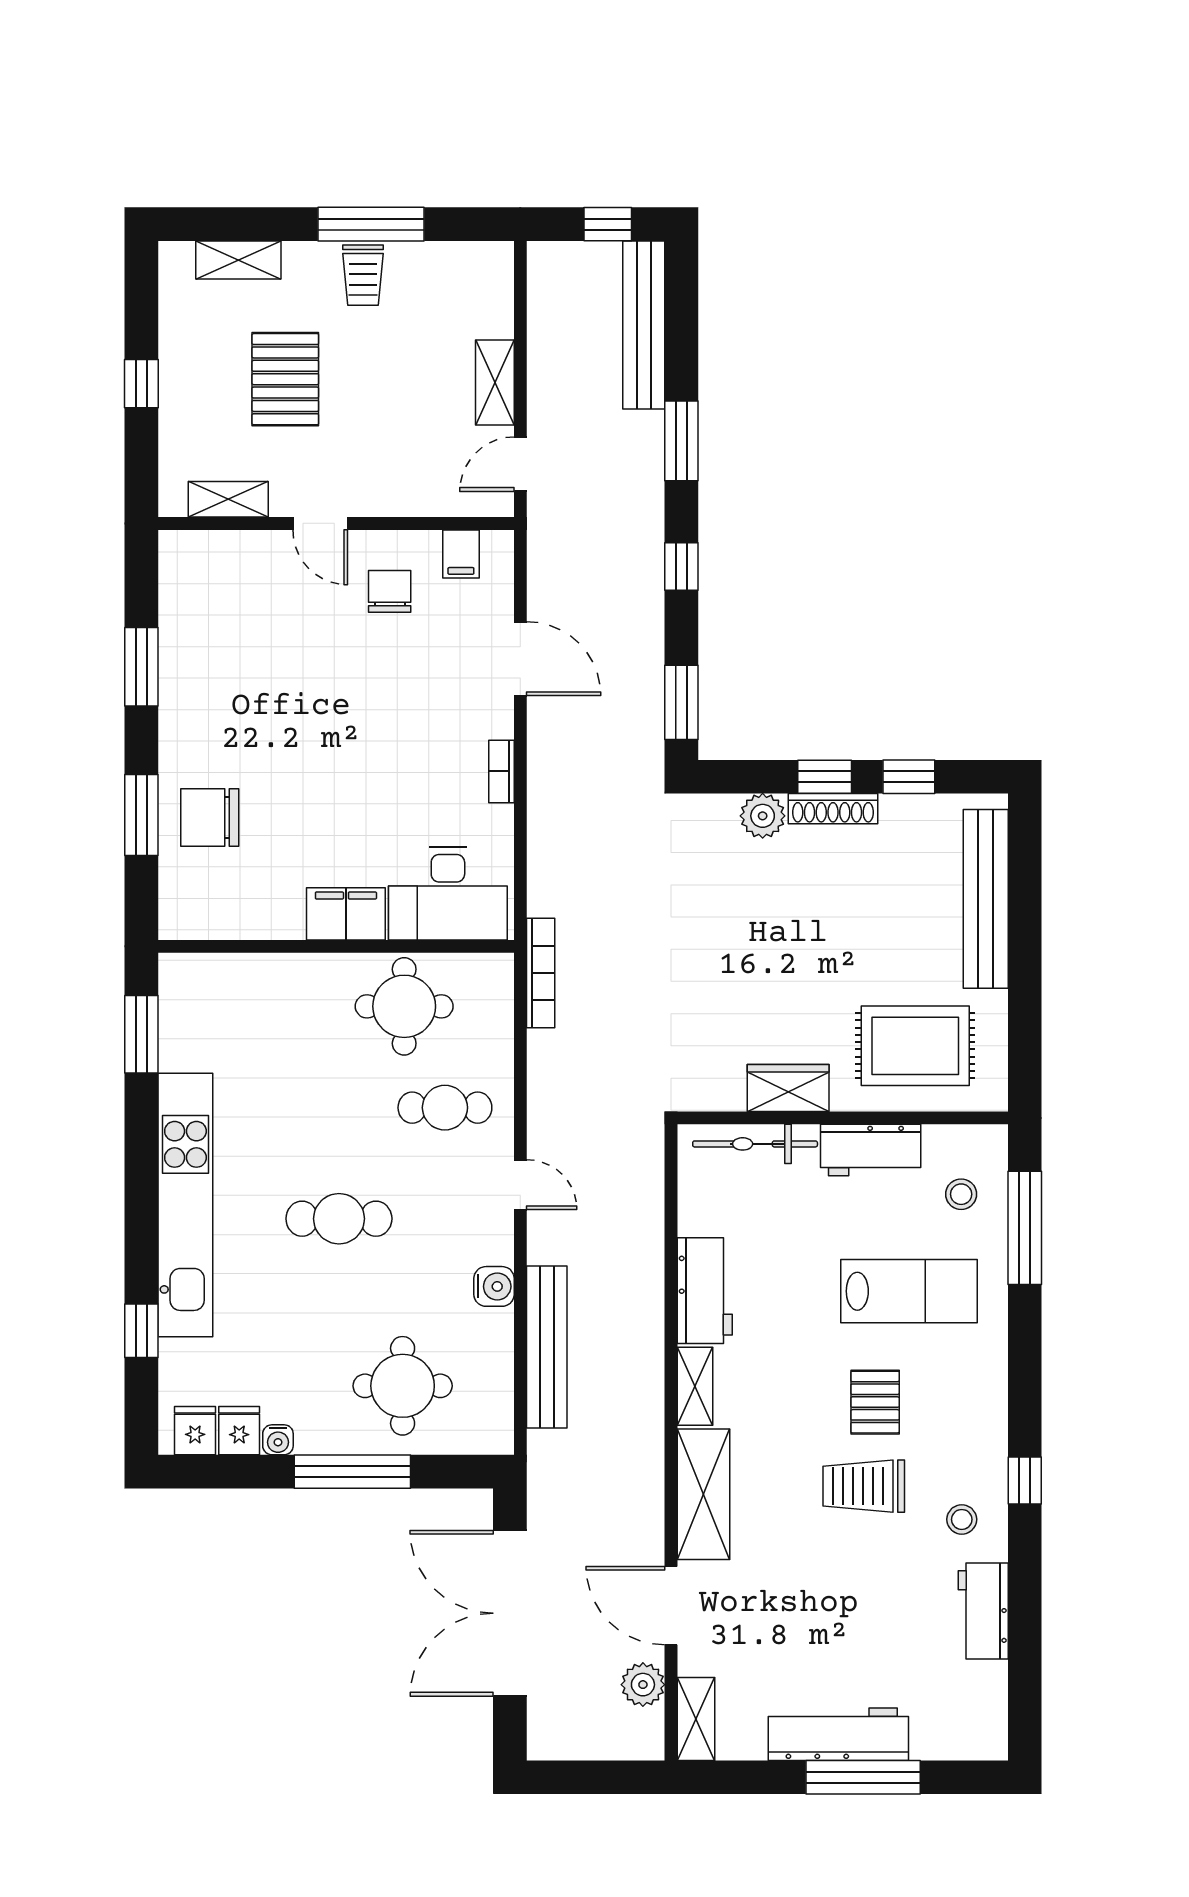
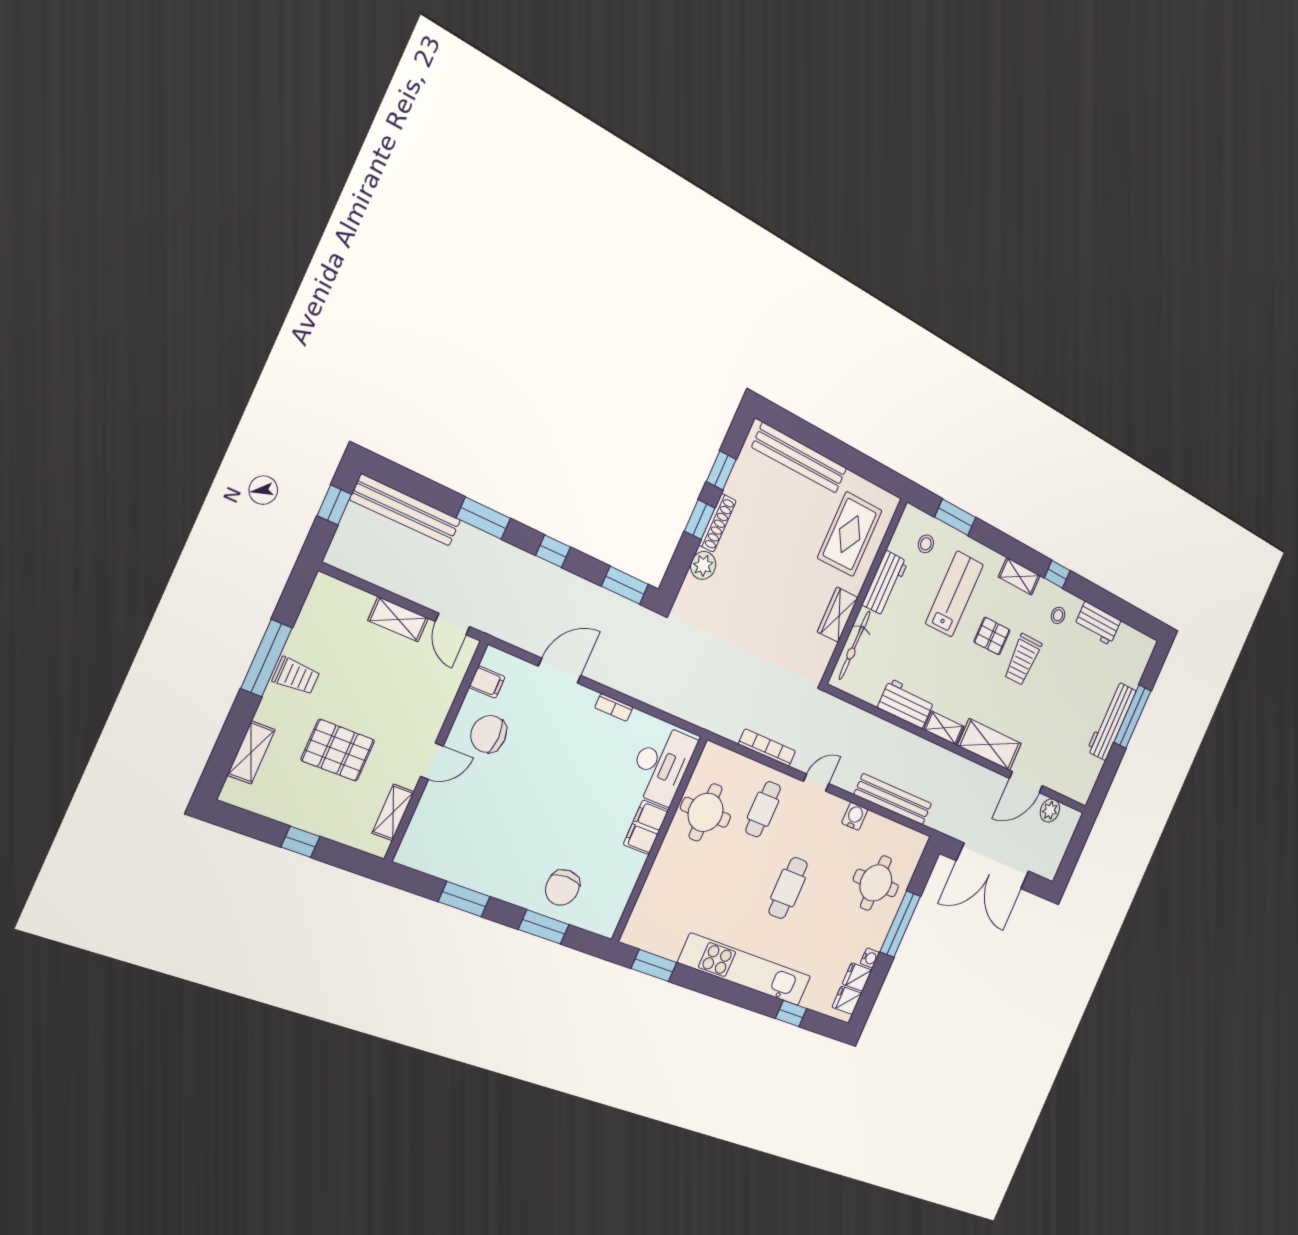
chair: (390, 591) -> (489, 734), width x1.37, depth x1.37
bookcase: (541, 973) -> (767, 748), moved
window: (1025, 1228) -> (955, 517), width x0.69
shelving: (696, 1719) -> (1019, 576), moved

